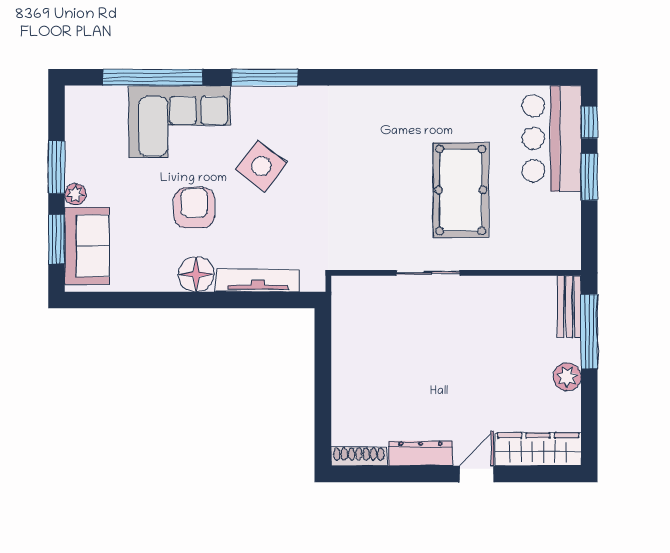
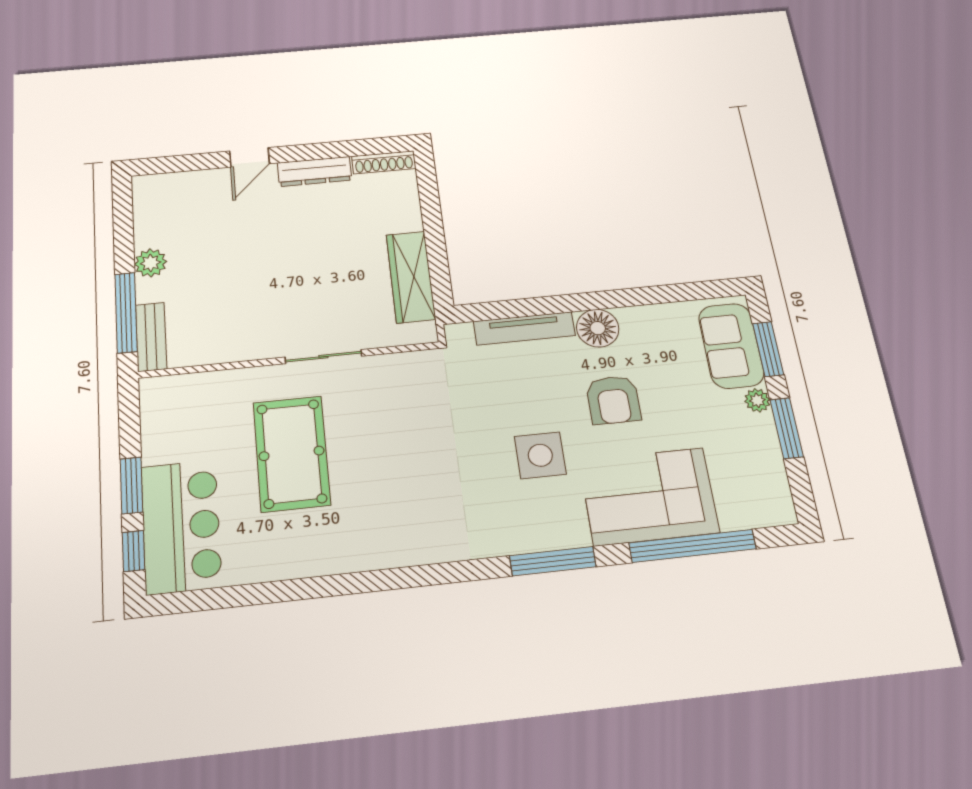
side table: (261, 166) -> (540, 455), turned -37
wardrobe: (538, 449) -> (411, 277), moved, turned 90

